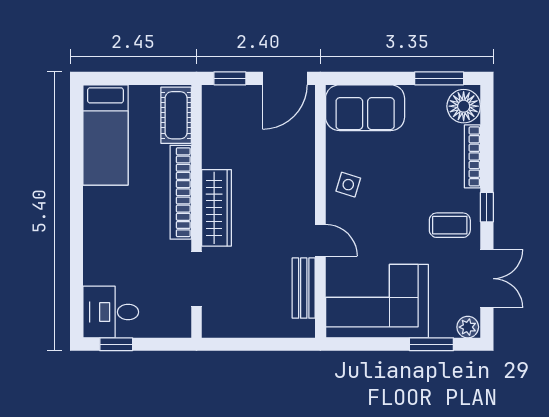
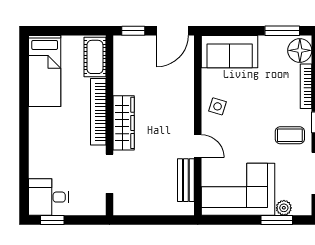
plant: (468, 327) -> (284, 208), moved

